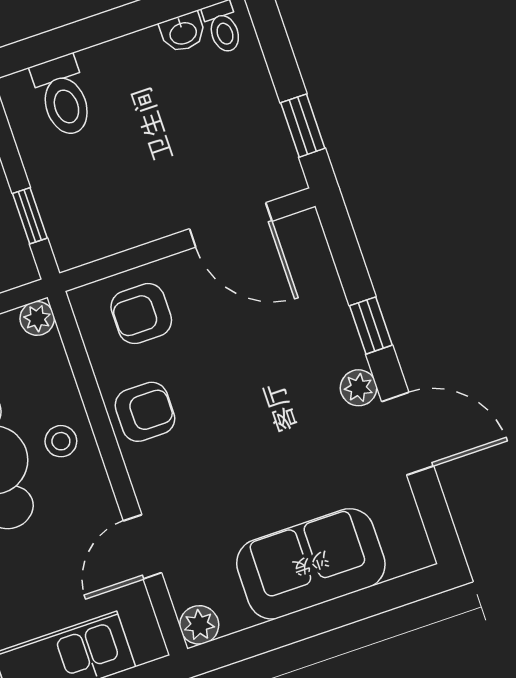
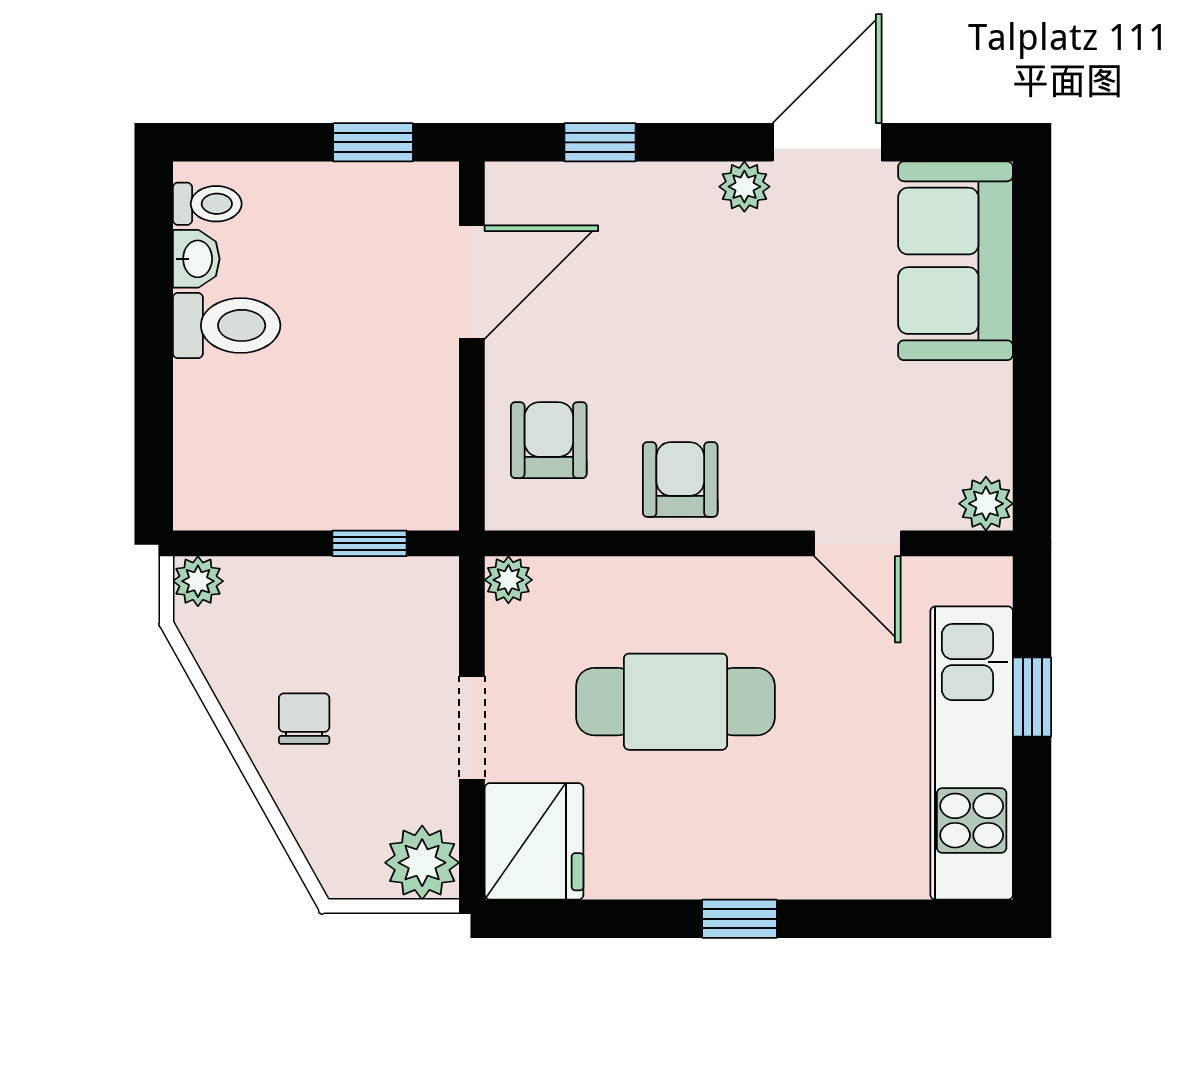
toilet: (63, 96) -> (227, 325), moved
armchair: (141, 314) -> (549, 440), turned 180
window: (371, 325) -> (600, 142), moved
stool: (61, 441) -> (681, 604), removed
sofa: (311, 564) -> (956, 261), moved

